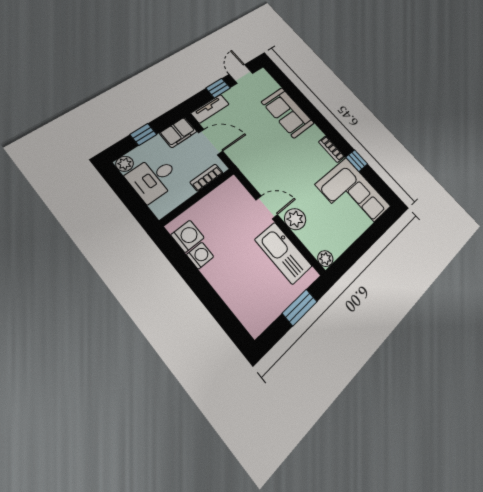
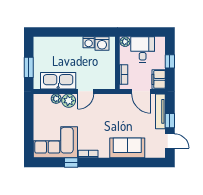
tv unit: (210, 109) -> (160, 111), width x1.41
door: (211, 142) -> (141, 91), hinge flipped
plant: (125, 164) -> (125, 42), moved
plant: (325, 259) -> (56, 99), moved

